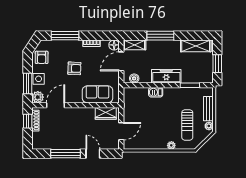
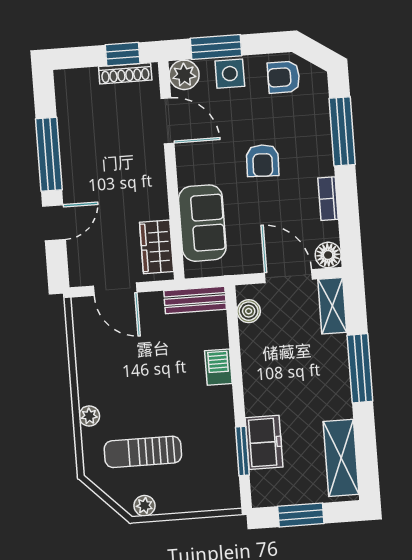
freezer: (166, 76) -> (264, 442), moved, width x0.71
bench: (208, 109) -> (195, 300), moved

